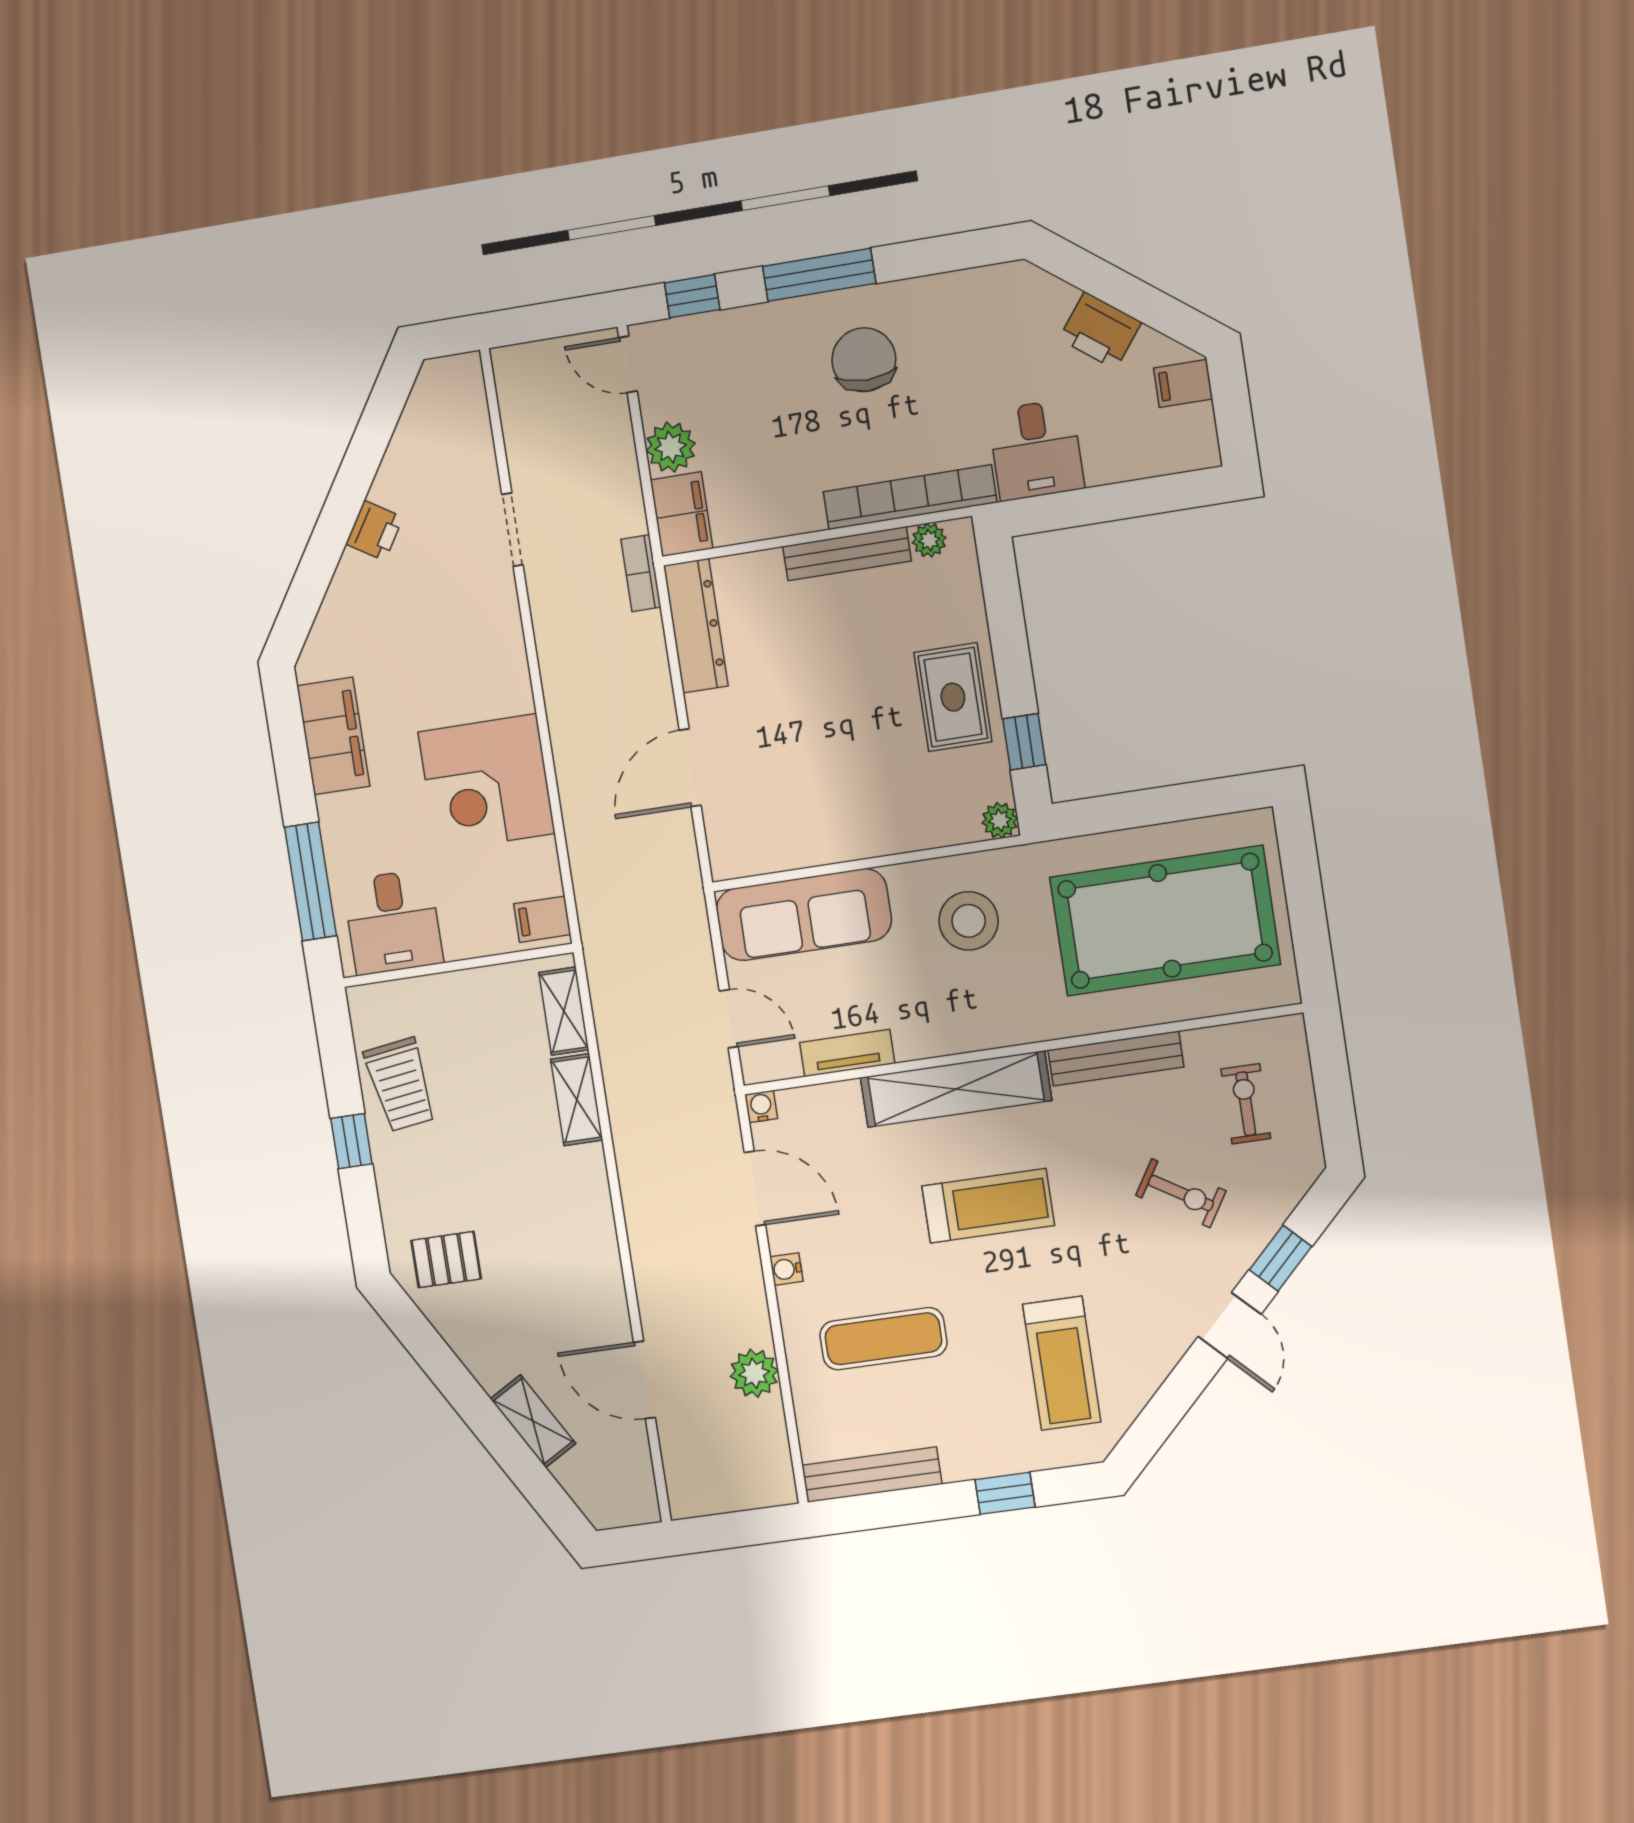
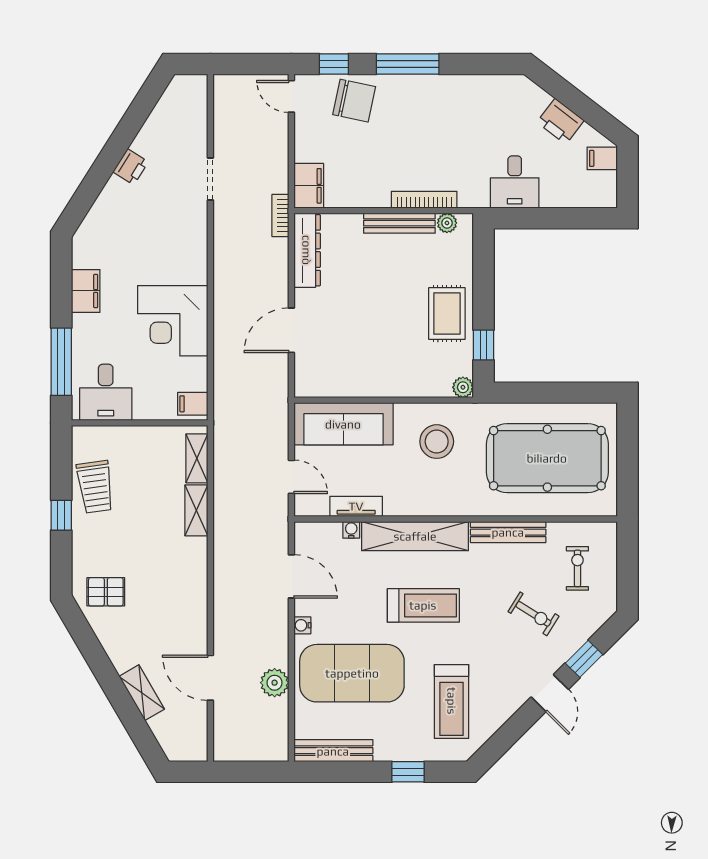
chair: (864, 360) -> (354, 101), moved, turned 102
plant: (671, 447) -> (308, 147), removed
bookcase: (910, 497) -> (424, 200), width x0.68, depth x0.76
filing cabinet: (333, 736) -> (86, 291), width x0.67, depth x0.86
water cooler: (761, 1107) -> (351, 530), moved
exercise mat: (883, 1339) -> (352, 673), width x2.00, depth x1.45

